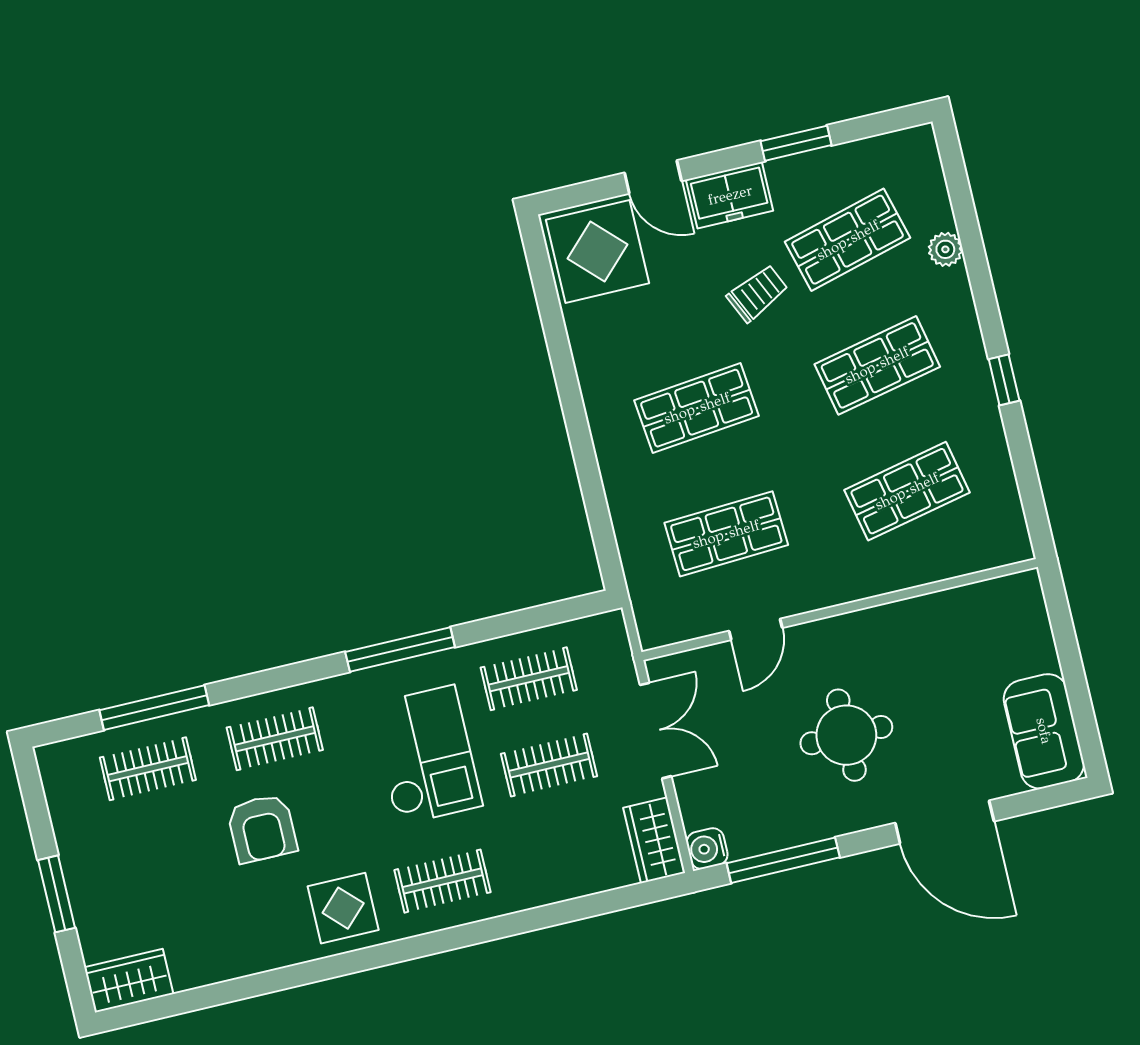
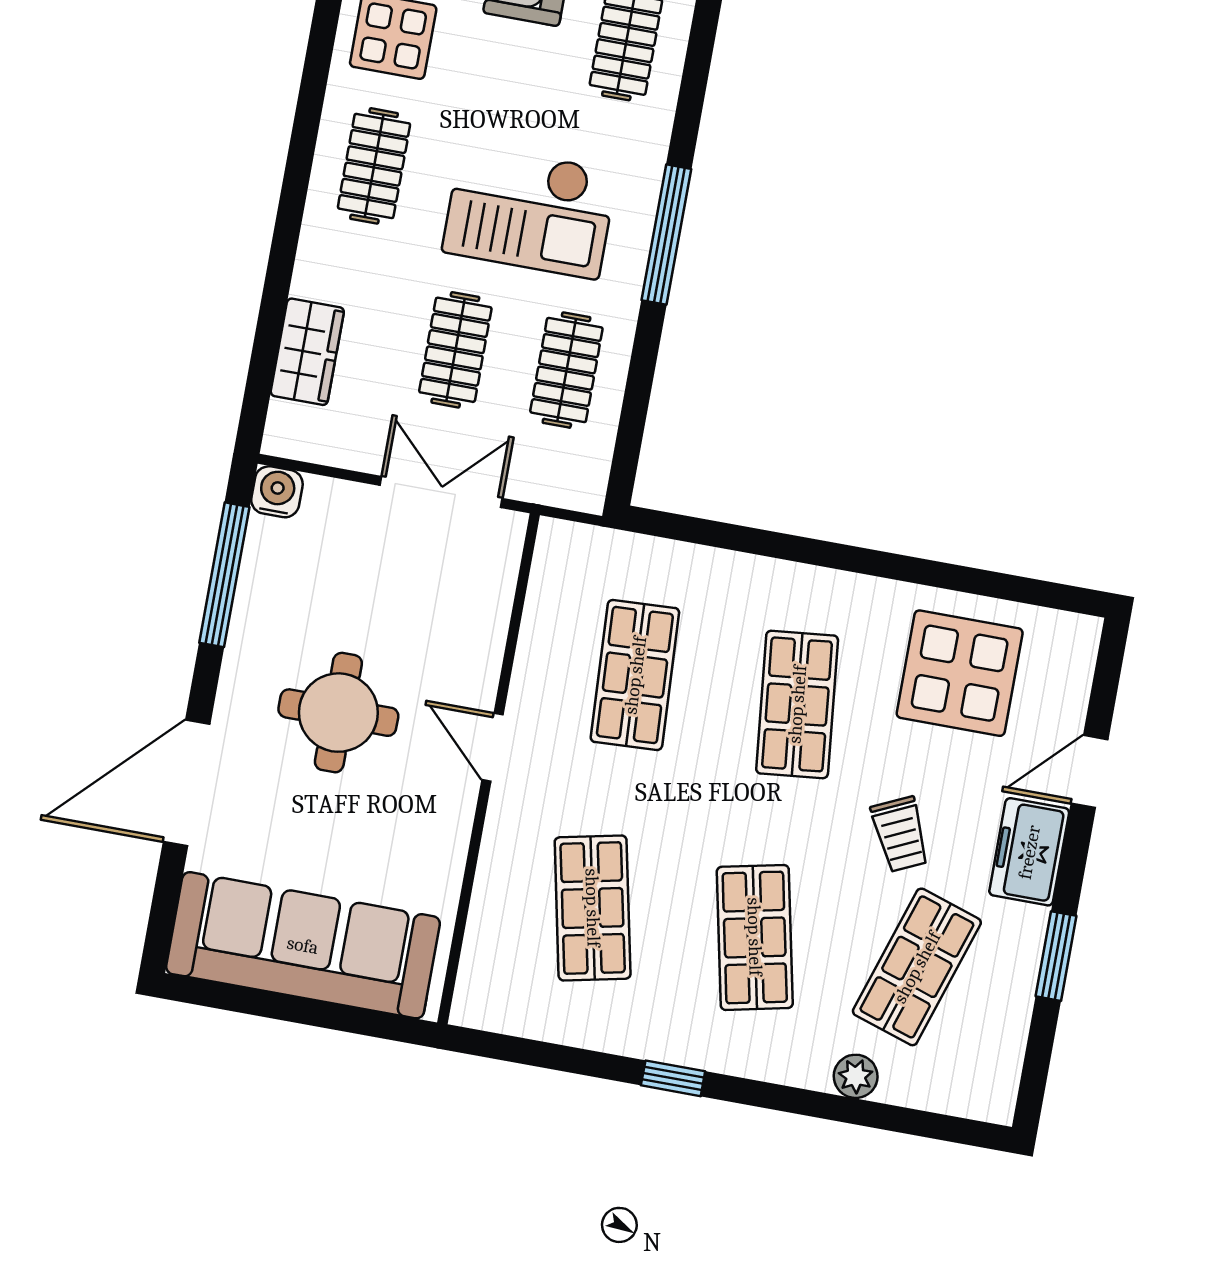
shop shelf: (848, 240) -> (917, 967), turned 33
display table: (598, 252) -> (960, 673), moved
door: (756, 629) -> (492, 747), moved
double door: (656, 731) -> (441, 492), swing flipped
sofa: (1044, 731) -> (303, 945), width x1.85, depth x1.27
wardrobe: (654, 840) -> (307, 352), moved, turned 90

